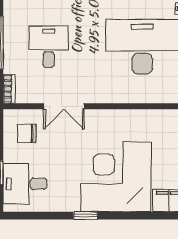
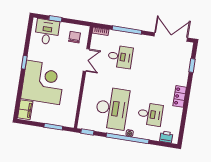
double door: (64, 106) -> (86, 60), swing flipped

